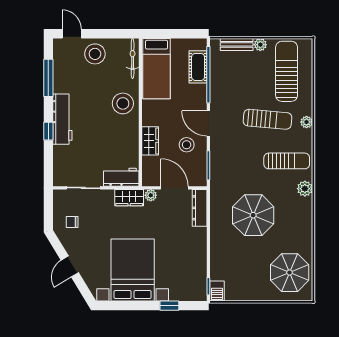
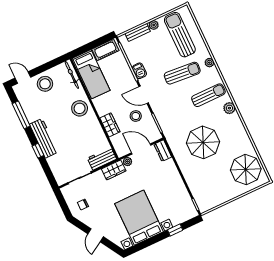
cot: (198, 67) -> (105, 50), moved, turned 90
dresser: (200, 208) -> (163, 151), width x0.70
barbecue: (217, 291) -> (139, 71), moved

